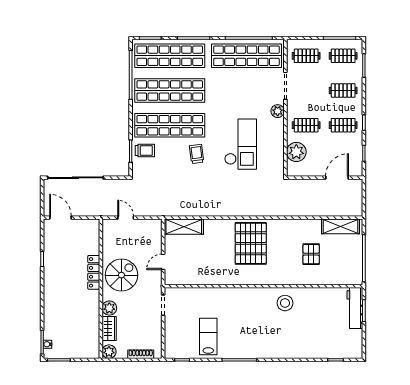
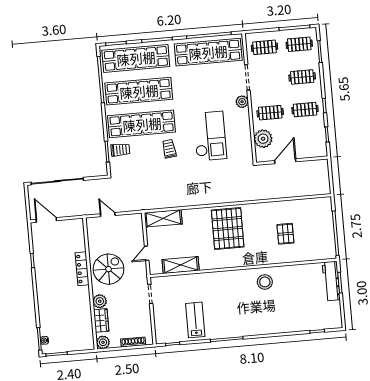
door: (337, 178) -> (285, 161), moved
shelving: (341, 226) -> (181, 265), moved

